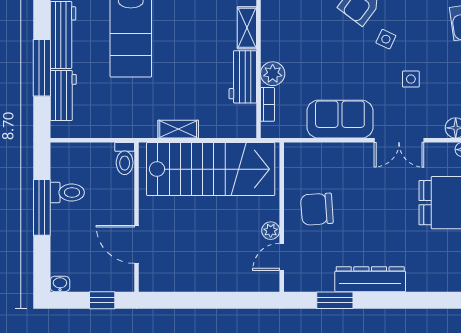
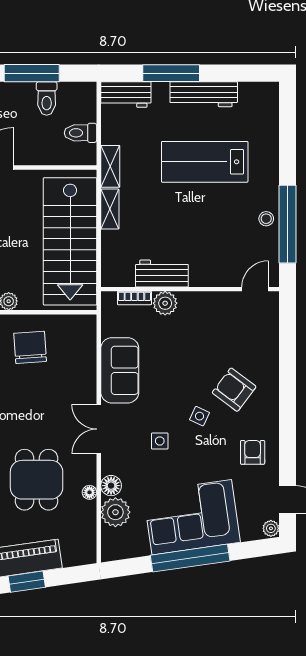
shelving: (247, 28) -> (110, 166), moved, turned 90
workbench: (63, 95) -> (126, 94), moved
toilet: (125, 159) -> (81, 133), moved

